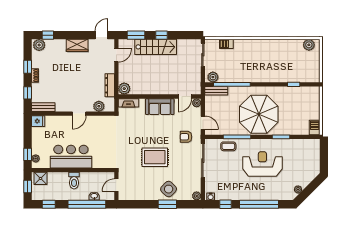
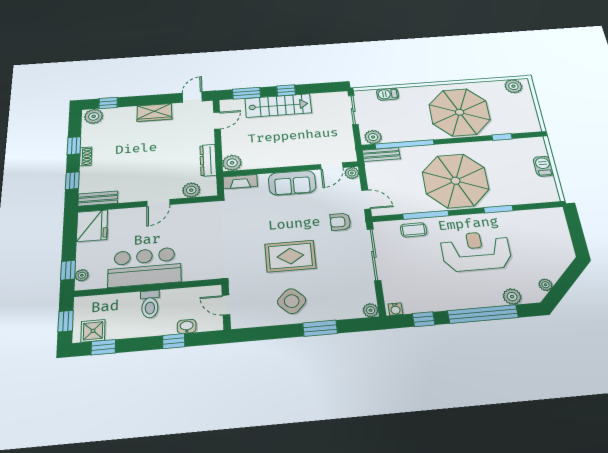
parasol: (270, 63) -> (460, 112), added
fridge: (38, 121) -> (92, 226), width x1.88, depth x1.34
barbecue: (315, 127) -> (543, 166), moved
shower: (40, 178) -> (93, 331), moved
door: (116, 185) -> (226, 305), hinge flipped
side table: (169, 189) -> (292, 301), moved
plant: (278, 195) -> (512, 297), added
window: (87, 204) -> (174, 341), width x0.32

